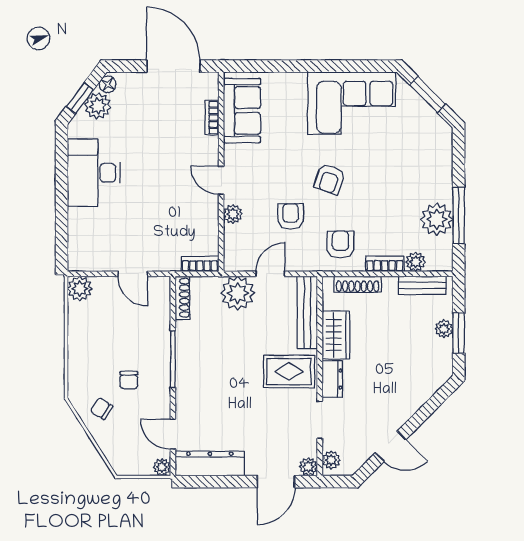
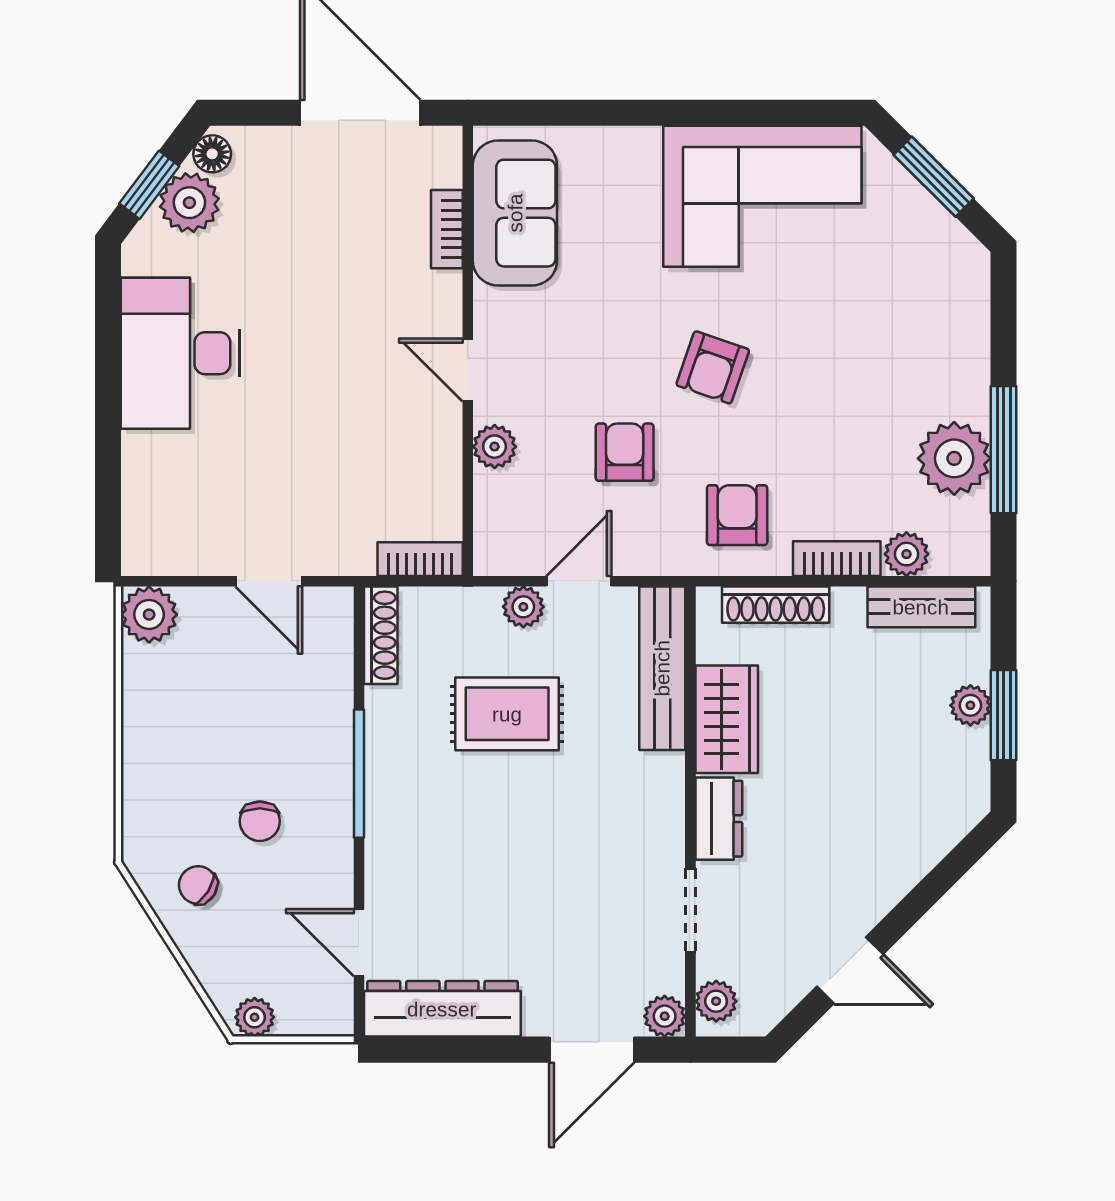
plant: (238, 293) -> (523, 607), width x0.53, depth x0.53
rug: (289, 372) -> (507, 714), moved
plant: (162, 467) -> (255, 1017), moved

